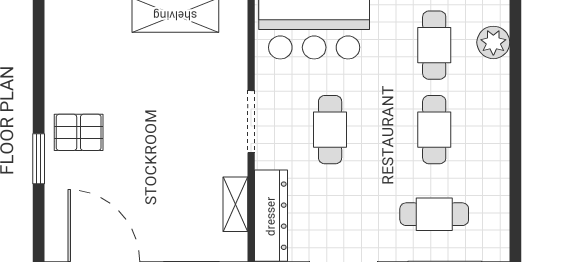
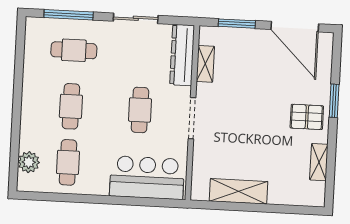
shelving: (57, 65) -> (319, 162), added

